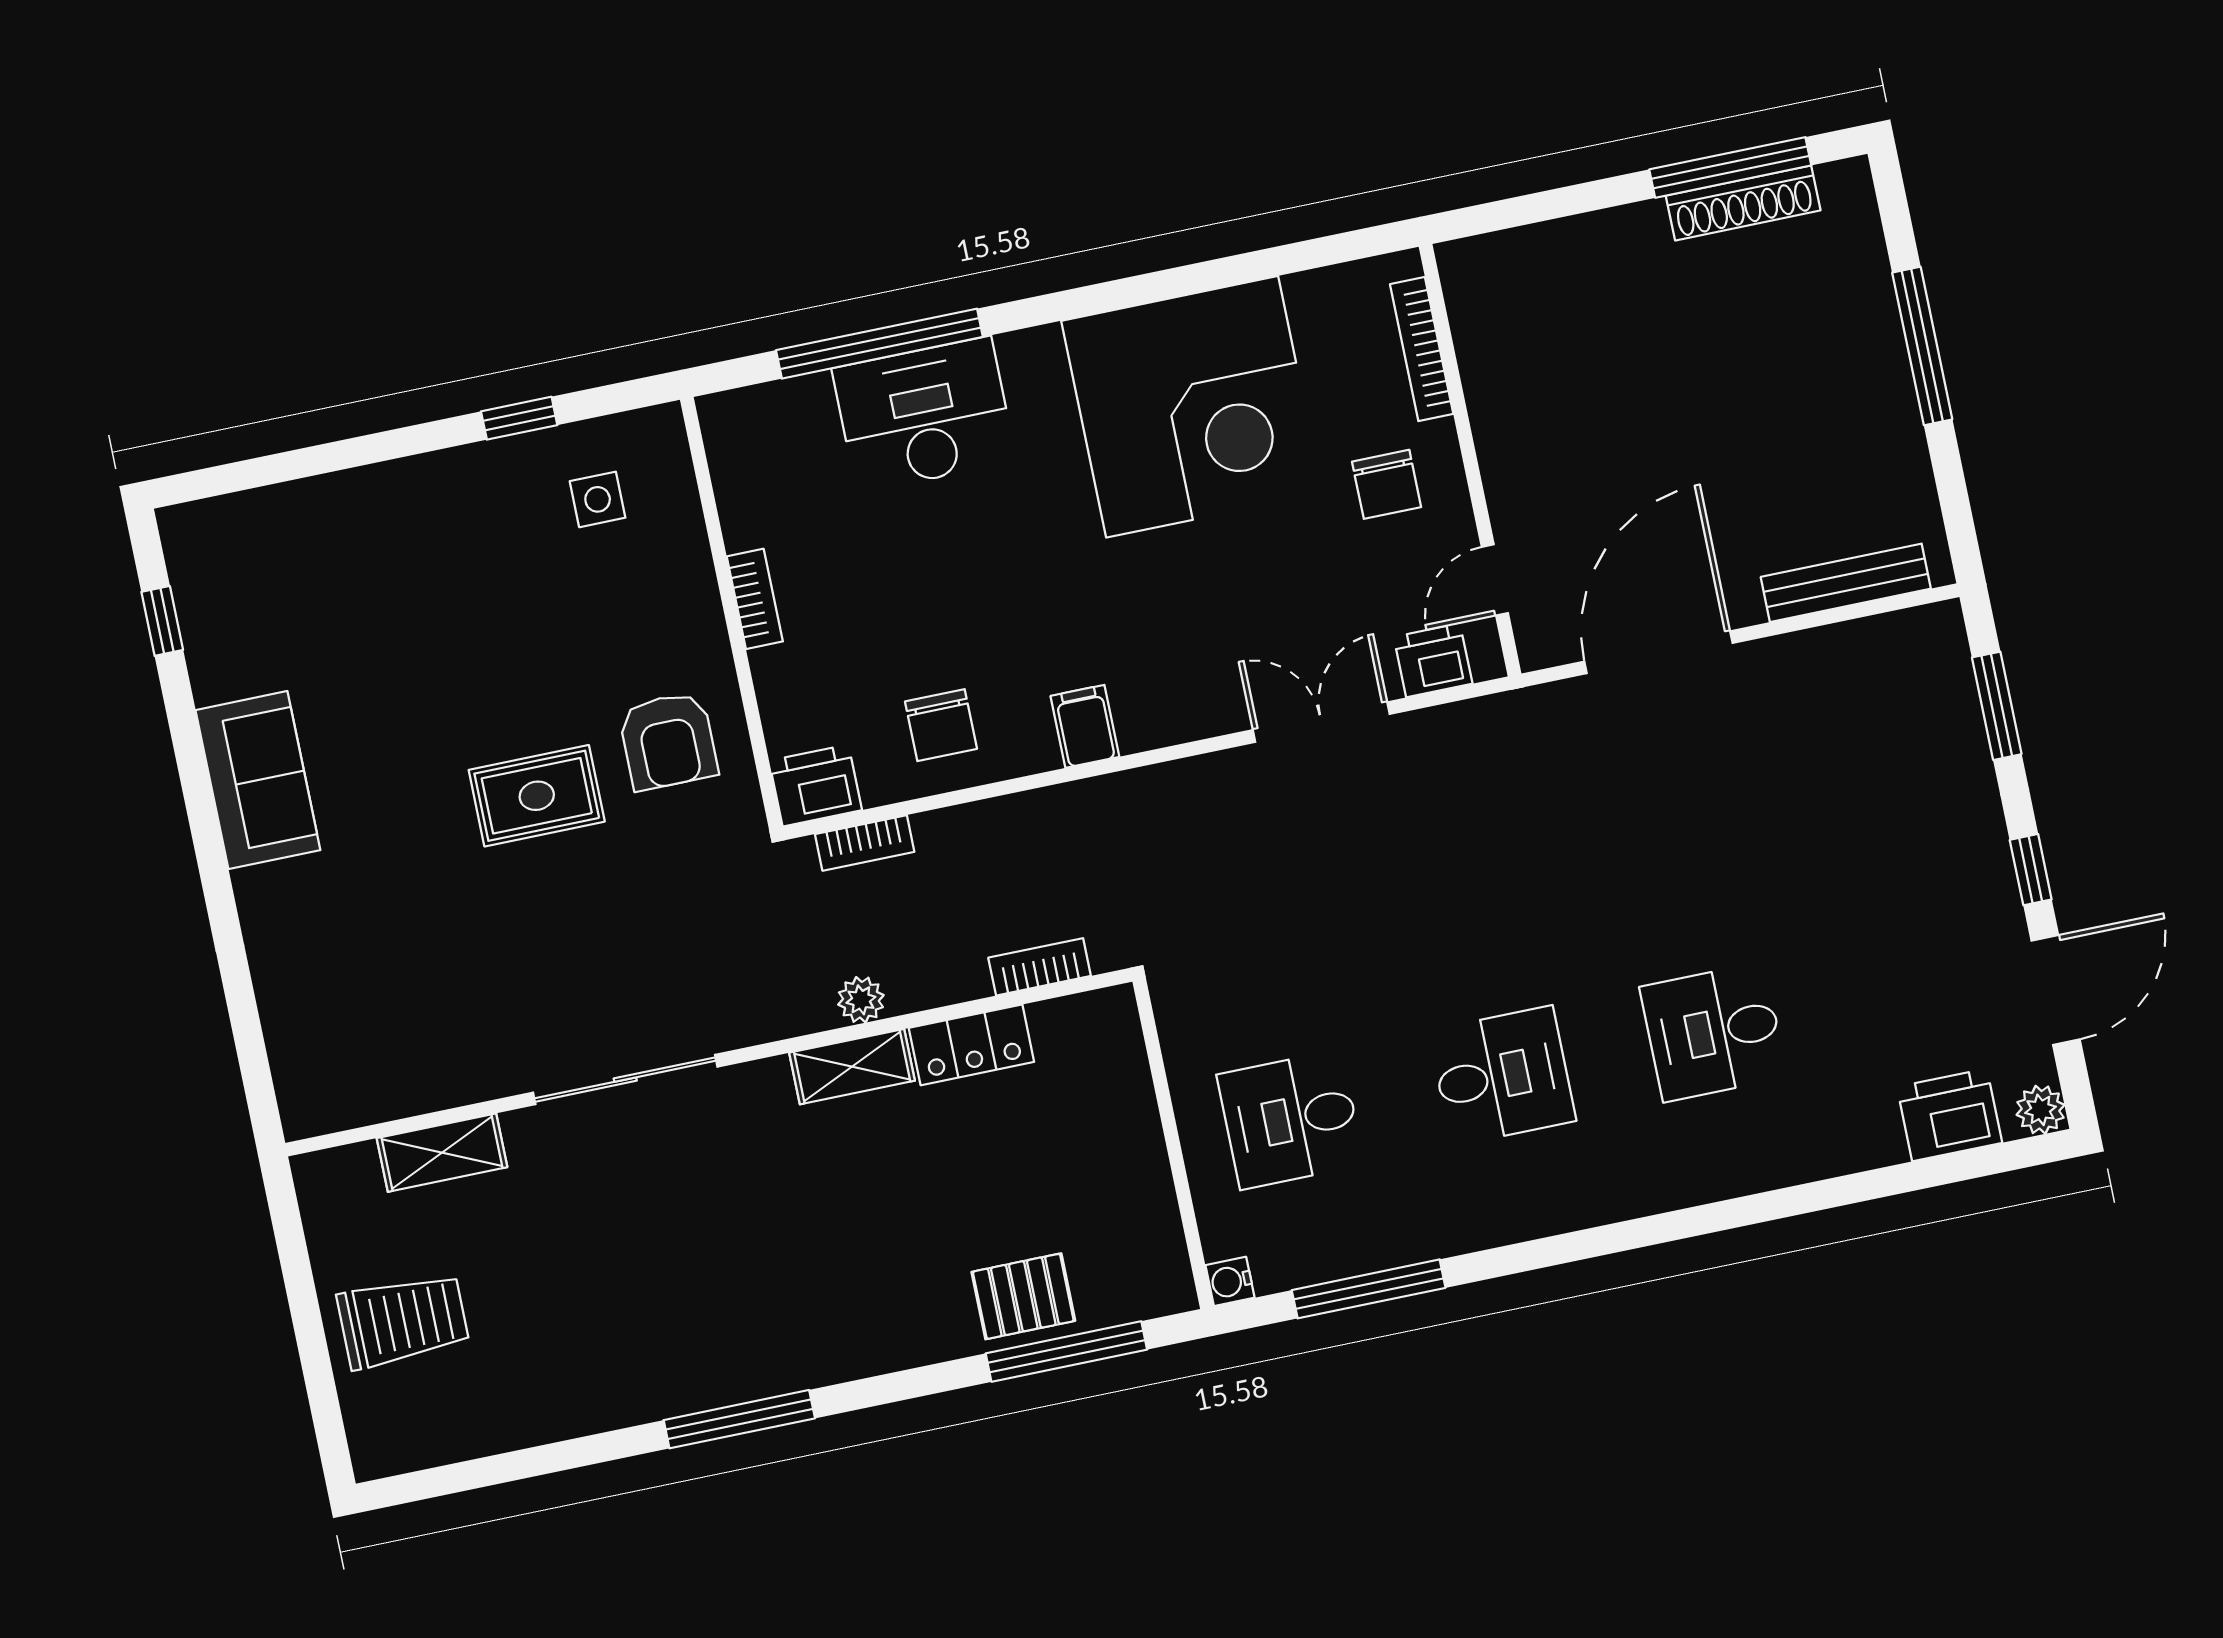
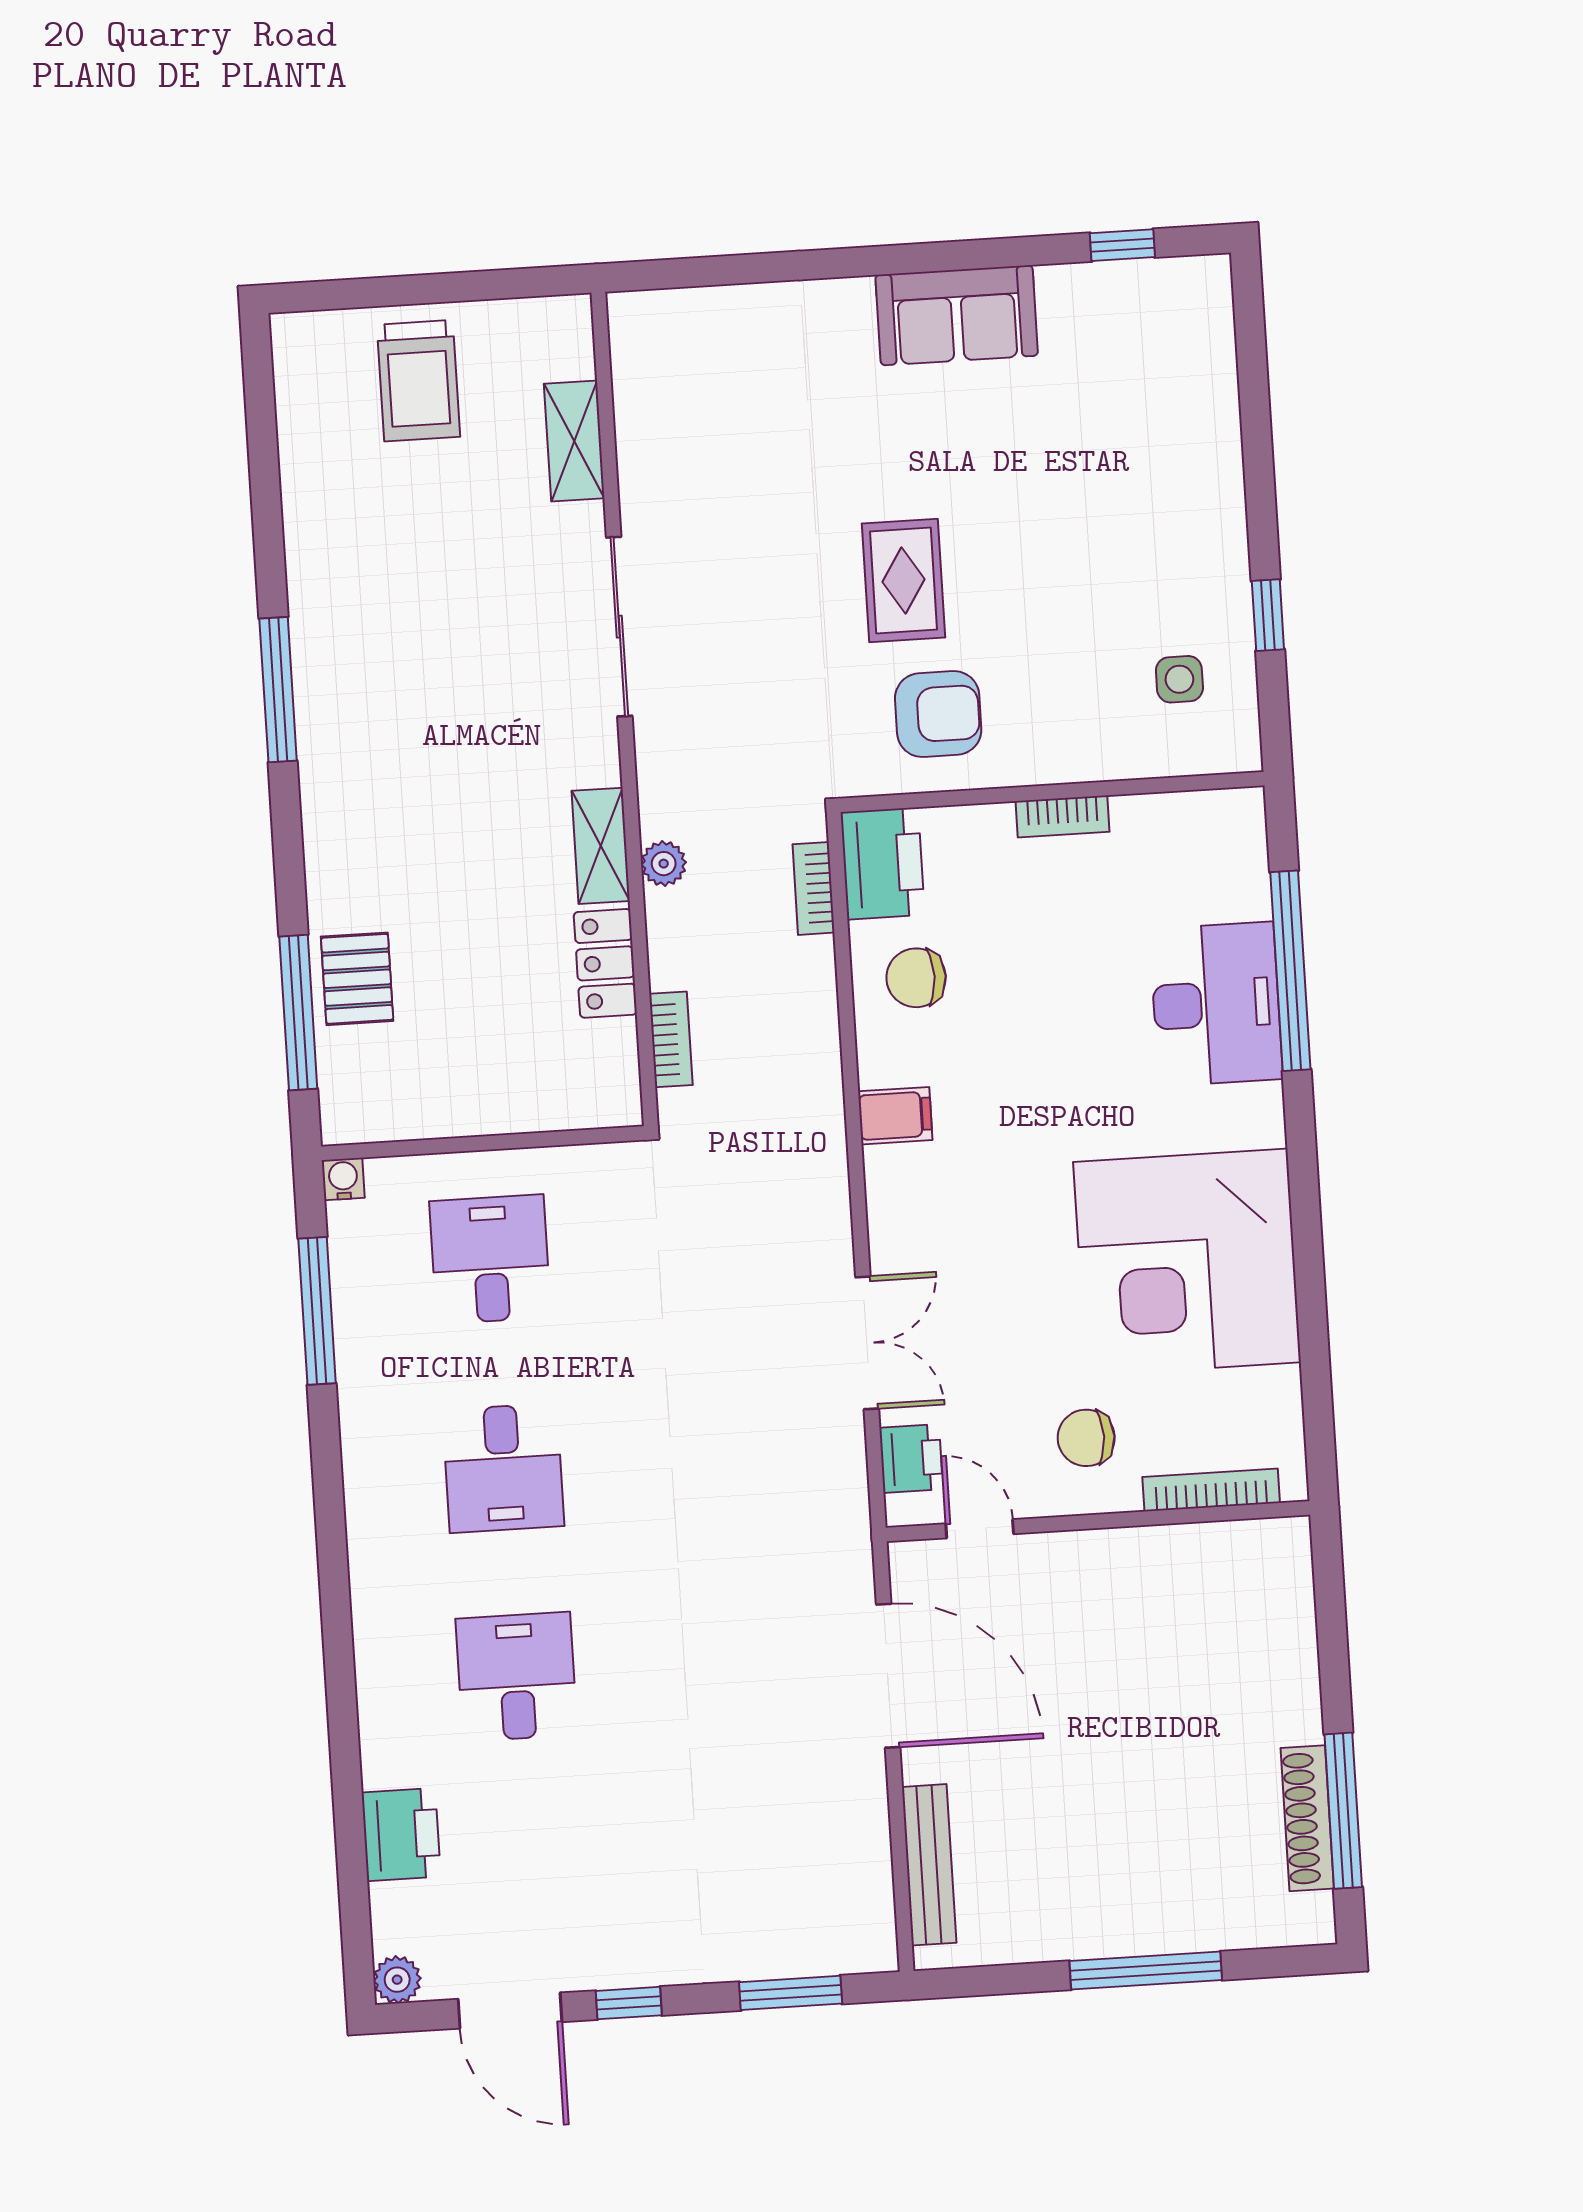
armchair: (668, 741) -> (938, 714), turned 180
printer: (816, 785) -> (883, 864), width x1.37, depth x1.19
printer: (1950, 1115) -> (401, 1834), moved

